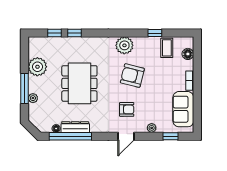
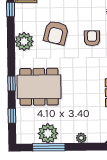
window: (75, 33) -> (11, 83), moved
dining table: (79, 83) -> (39, 87), moved
window: (24, 88) -> (49, 147), moved

